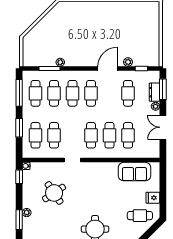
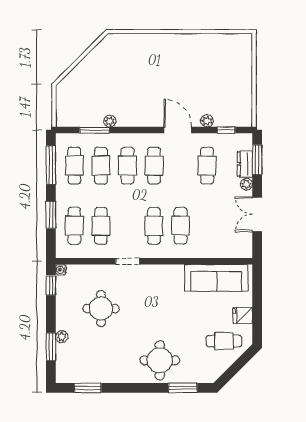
door: (108, 69) -> (178, 130), hinge flipped
cafe table: (128, 135) -> (207, 226), removed
sofa: (134, 172) -> (216, 278), width x1.36
round table: (54, 193) -> (101, 309), turned 34

